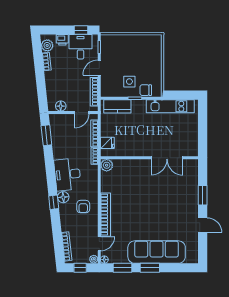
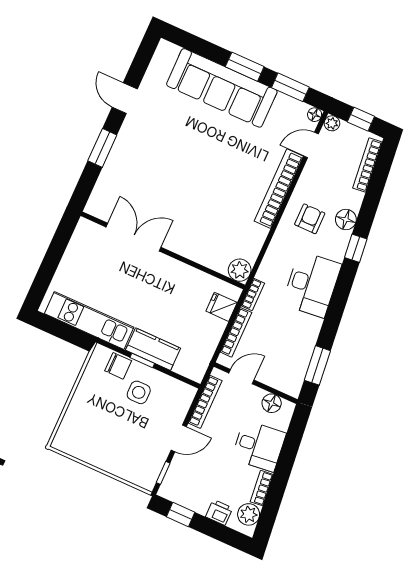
desk: (81, 47) -> (259, 446), moved, turned -96
kitchen counter: (117, 106) -> (153, 349), moved
floor lamp: (63, 197) -> (346, 219), moved

